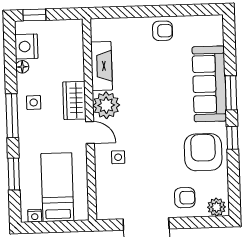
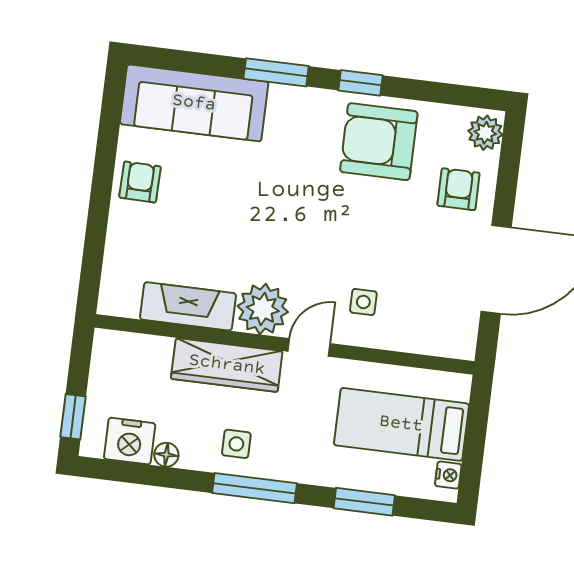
sofa: (209, 84) -> (194, 103), moved
wardrobe: (74, 100) -> (227, 365), width x1.50

